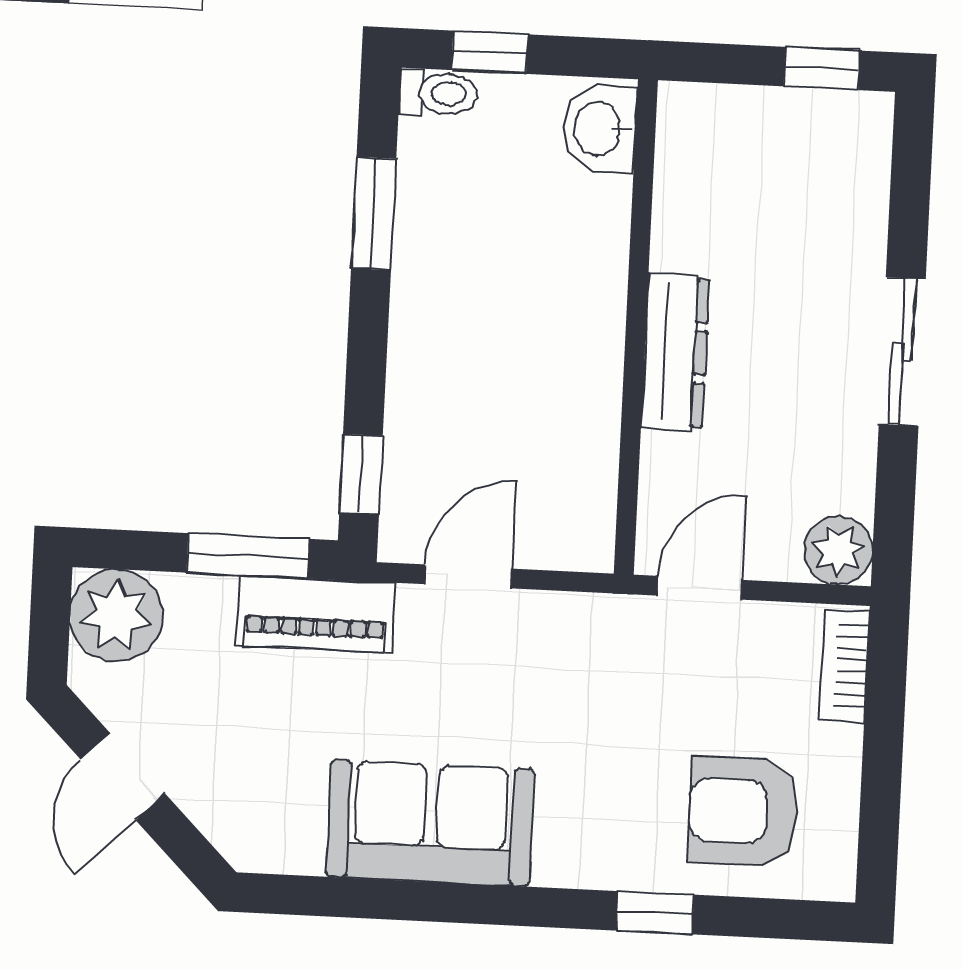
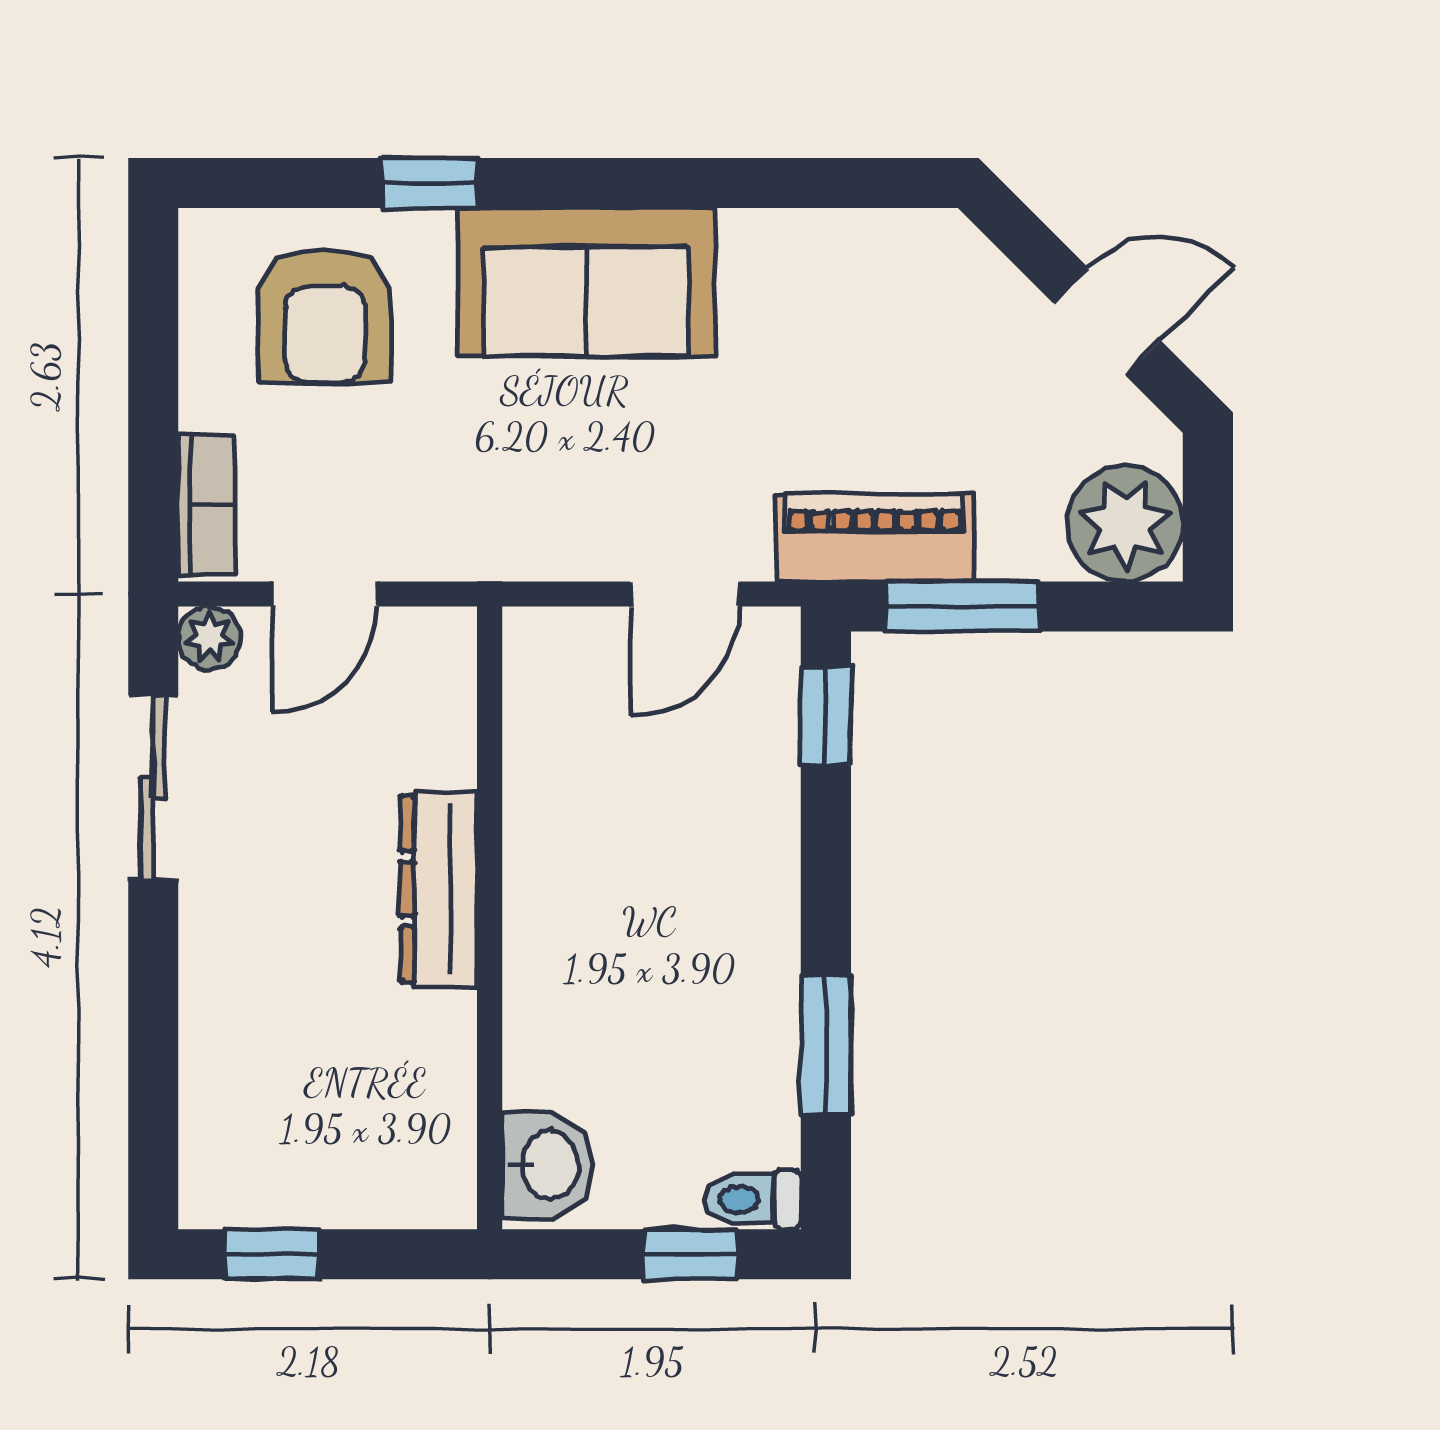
sliding door: (902, 352) -> (153, 788), moved
plant: (838, 550) -> (210, 638), width x0.73, depth x0.73
door: (700, 588) -> (324, 594), moved
door: (123, 776) -> (1107, 321), hinge flipped
armchair: (743, 811) -> (325, 316), turned 90
sofa: (430, 823) -> (586, 282), moved

